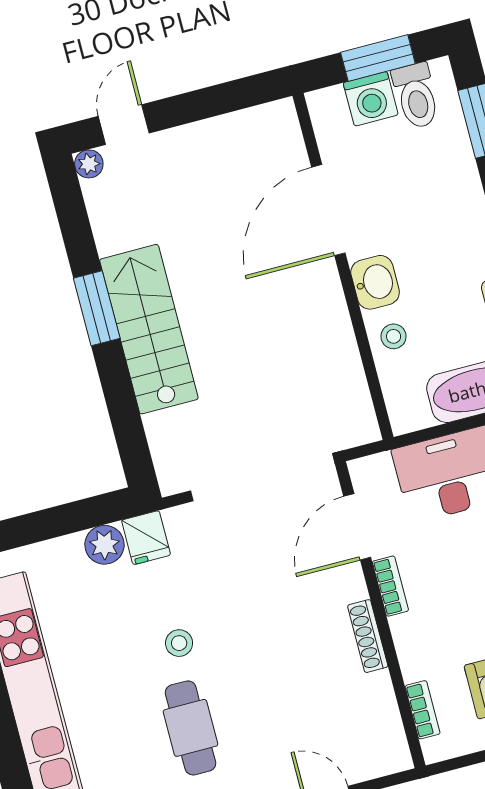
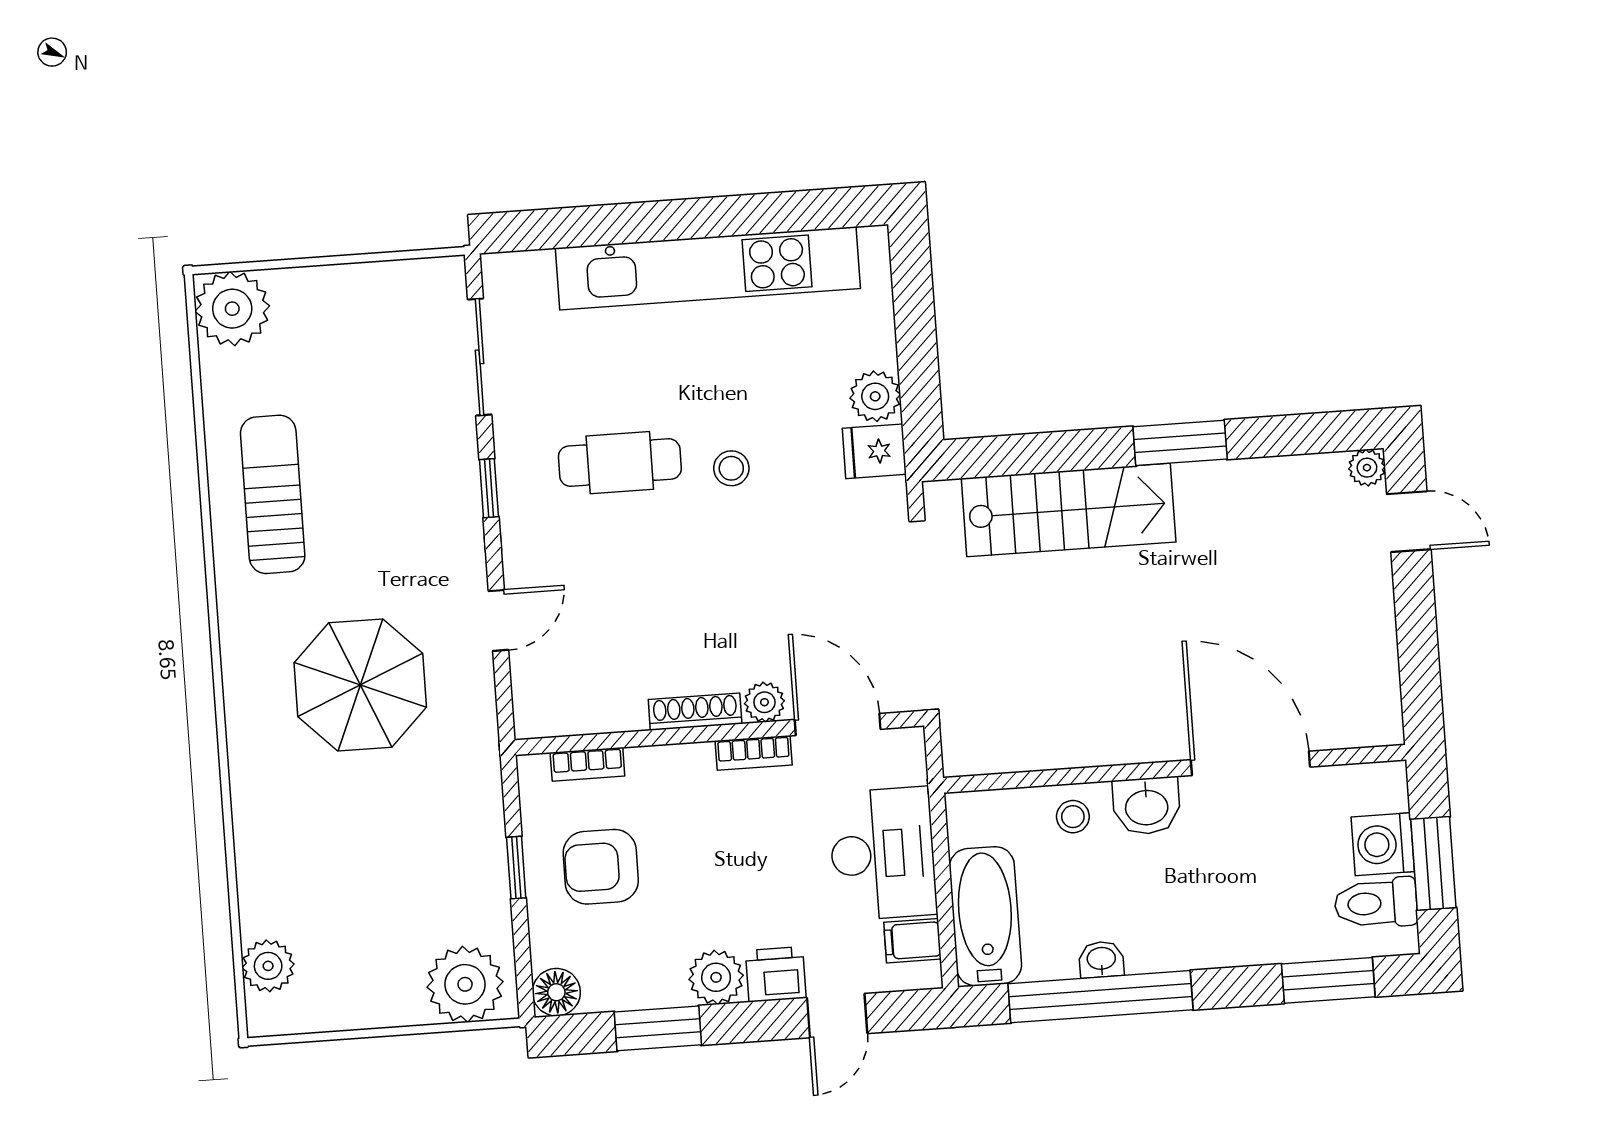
stairs: (149, 329) -> (1069, 510), moved
plant: (351, 585) -> (764, 702), added

